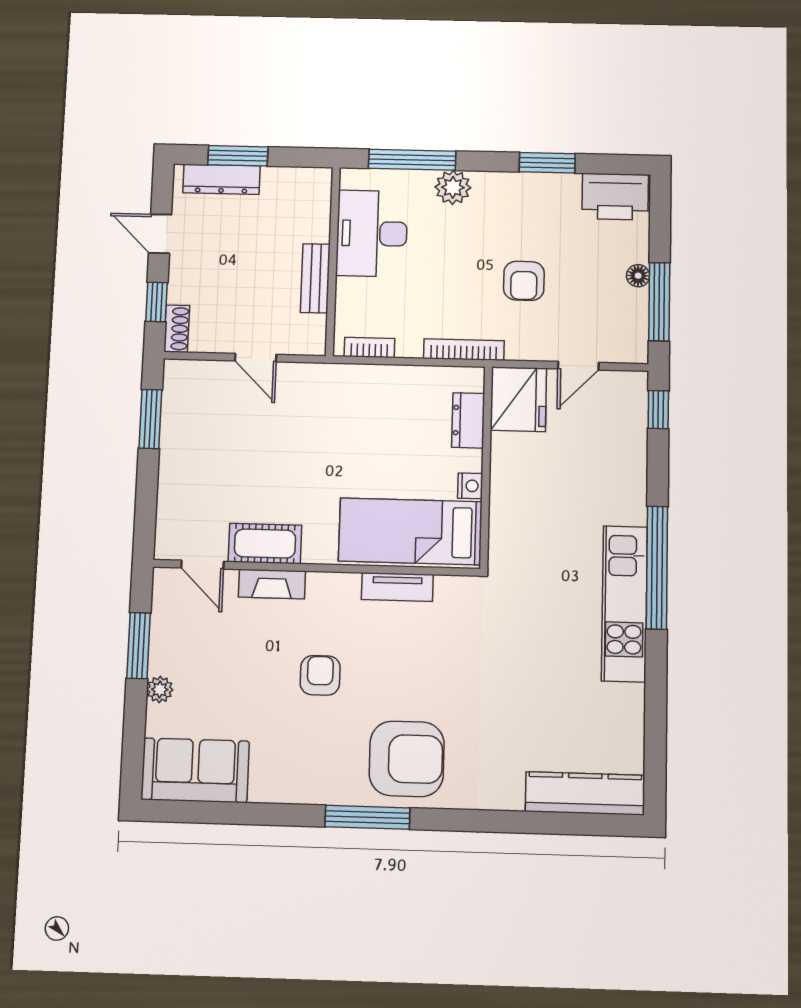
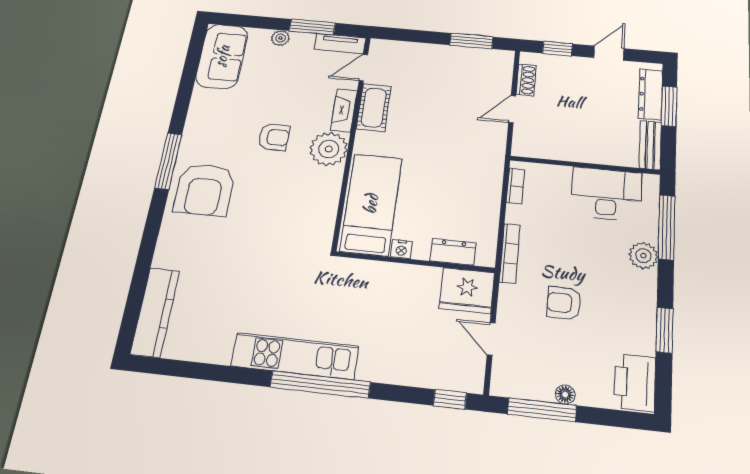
bench: (315, 278) -> (650, 145), moved, turned 90
shoe rack: (177, 329) -> (526, 80), moved, turned -90
tv unit: (397, 587) -> (340, 44), moved, turned -90
plant: (333, 598) -> (329, 149), added

